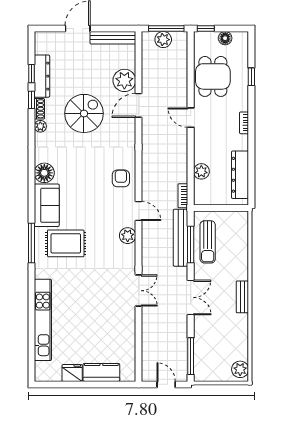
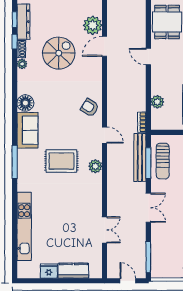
armchair: (121, 178) -> (90, 108), turned -58
plant: (128, 236) -> (95, 166), moved
rug: (66, 243) -> (61, 161), moved
double door: (139, 291) -> (105, 230), moved

